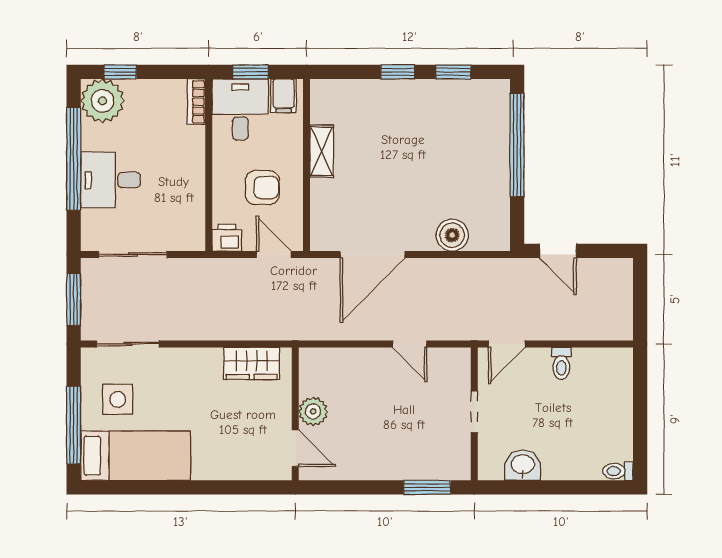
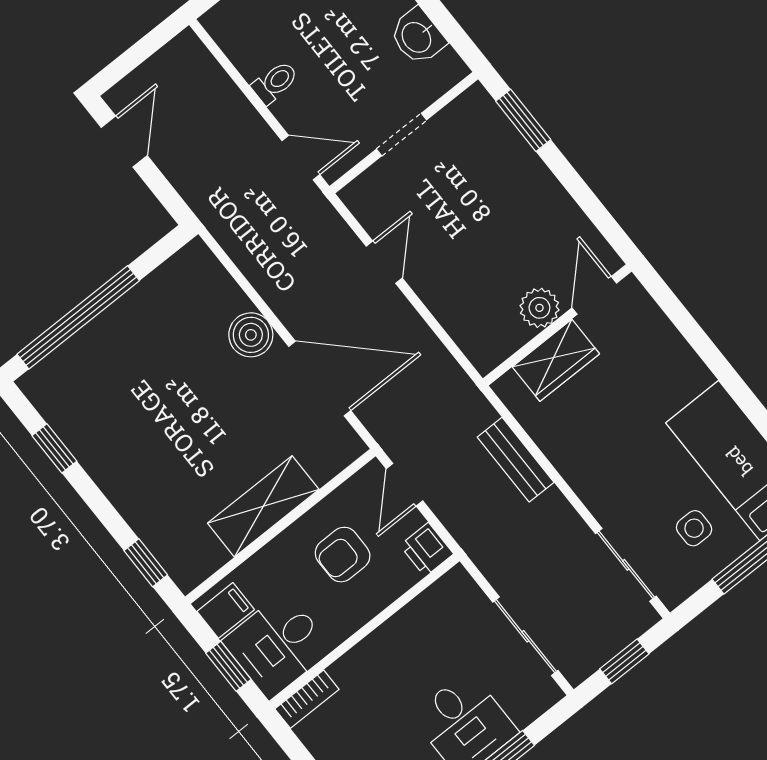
window: (398, 72) -> (146, 563), moved
shelving: (322, 151) -> (263, 506), width x1.50, depth x1.33
armchair: (262, 188) -> (343, 555), turned -90
boiler: (452, 235) -> (251, 335), moved
door: (558, 251) -> (124, 142), moved
window: (74, 299) -> (624, 661), width x0.67
bench: (238, 329) -> (516, 460), added
wardrobe: (252, 363) -> (556, 360), moved, turned 90
side table: (118, 399) -> (694, 528), width x0.73, depth x0.73

